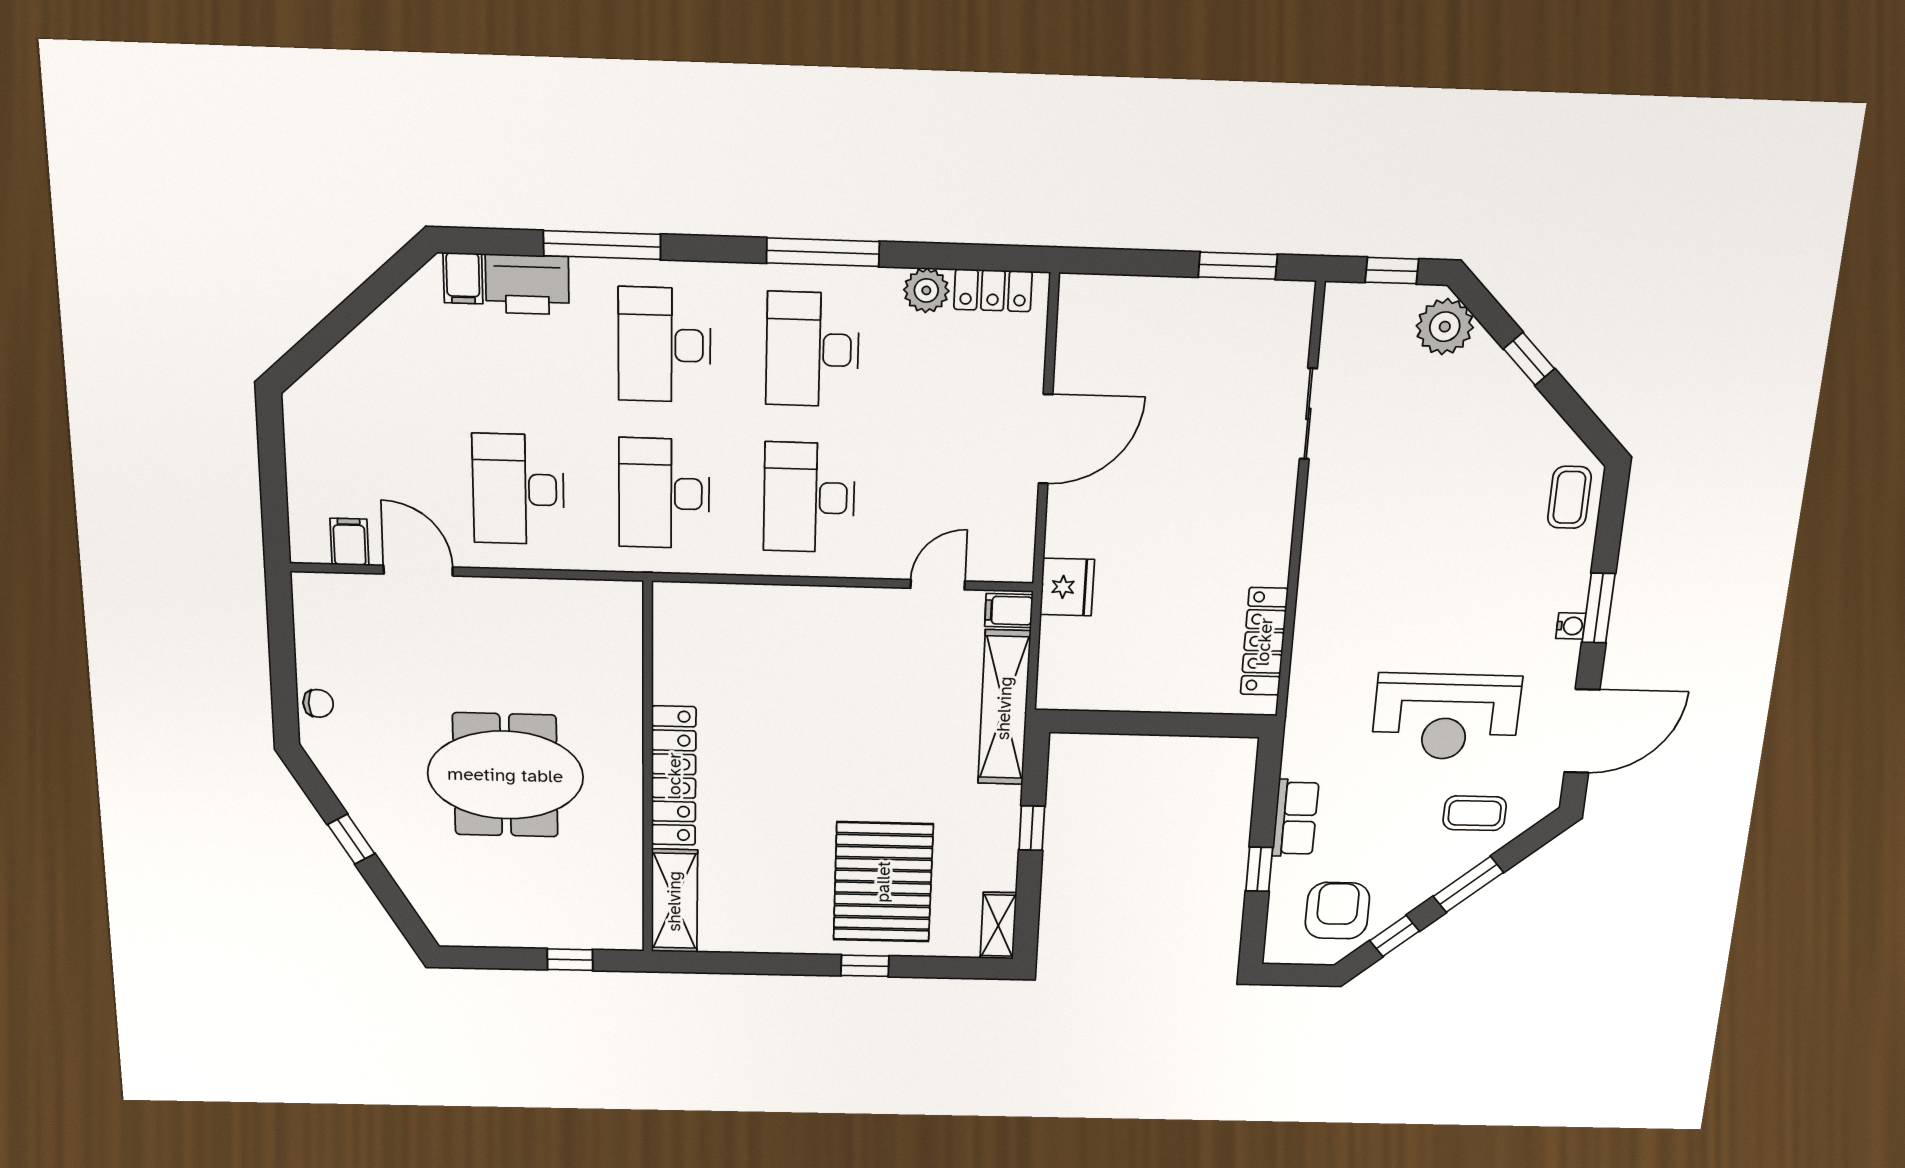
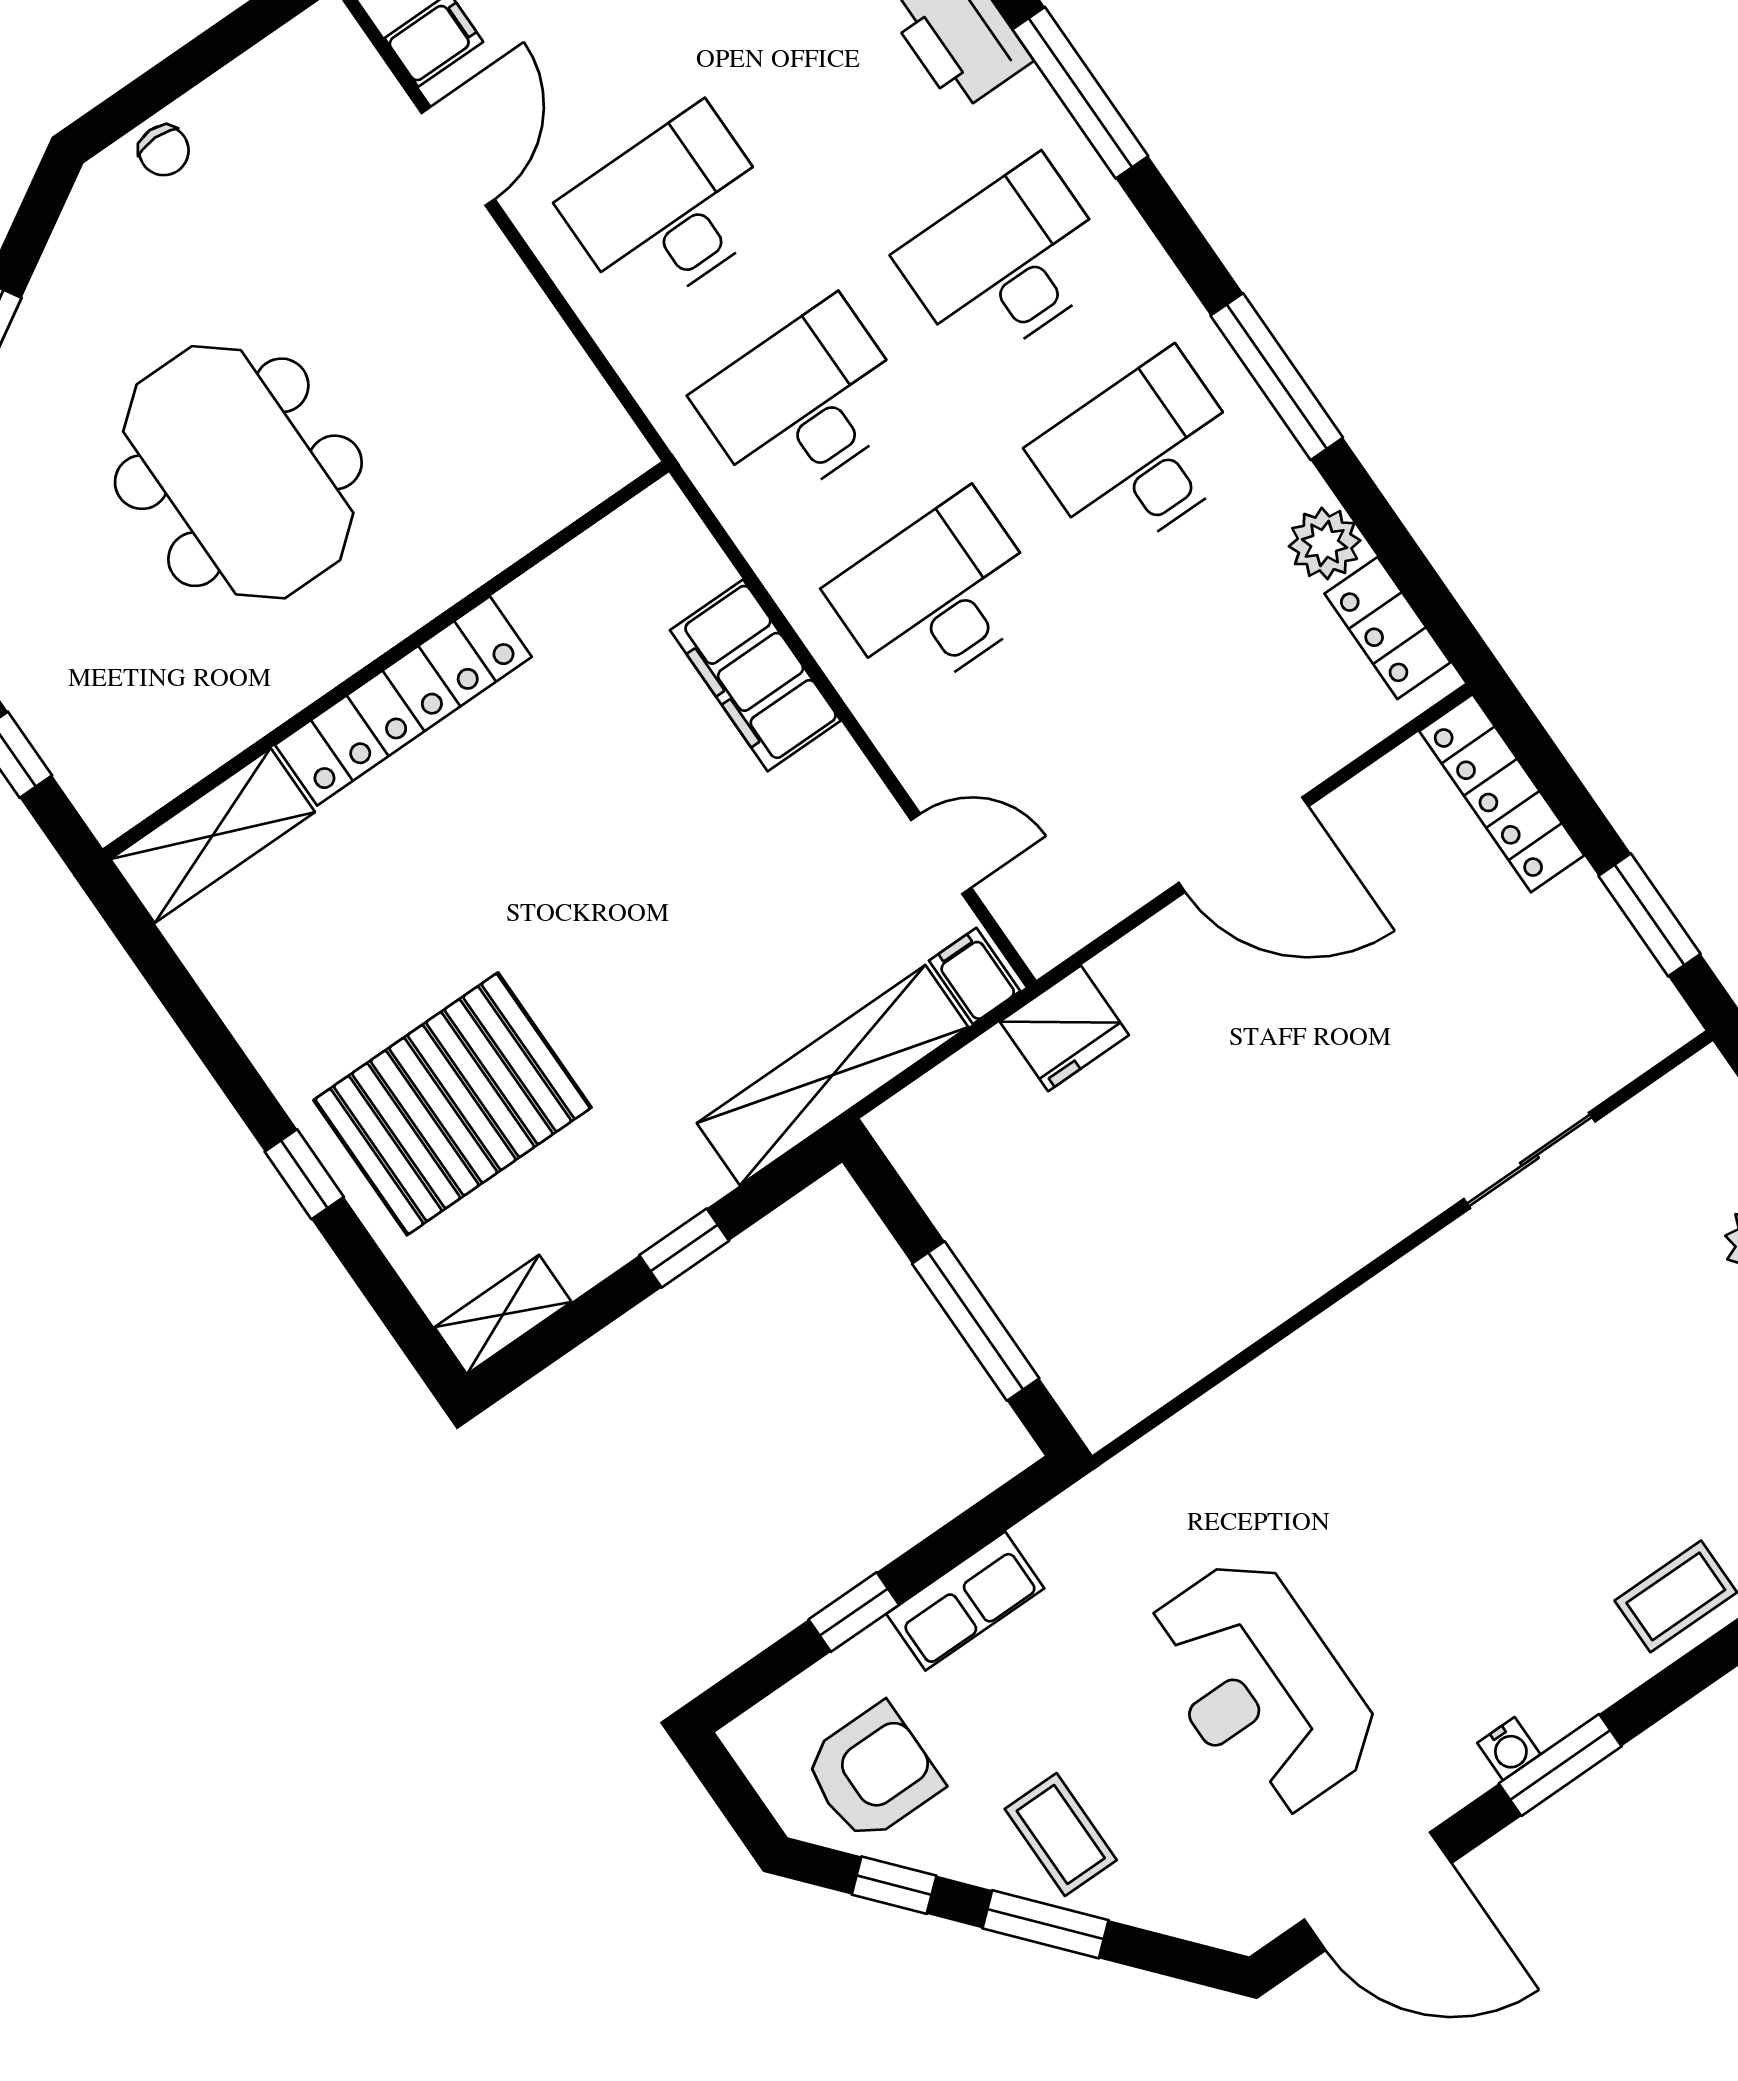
filing cabinet: (783, 610) -> (755, 675), added
locker: (1264, 642) -> (1502, 793), moved, turned -90
window: (1172, 724) -> (976, 1321), added
coffee table: (1475, 813) -> (1061, 1835), moved

